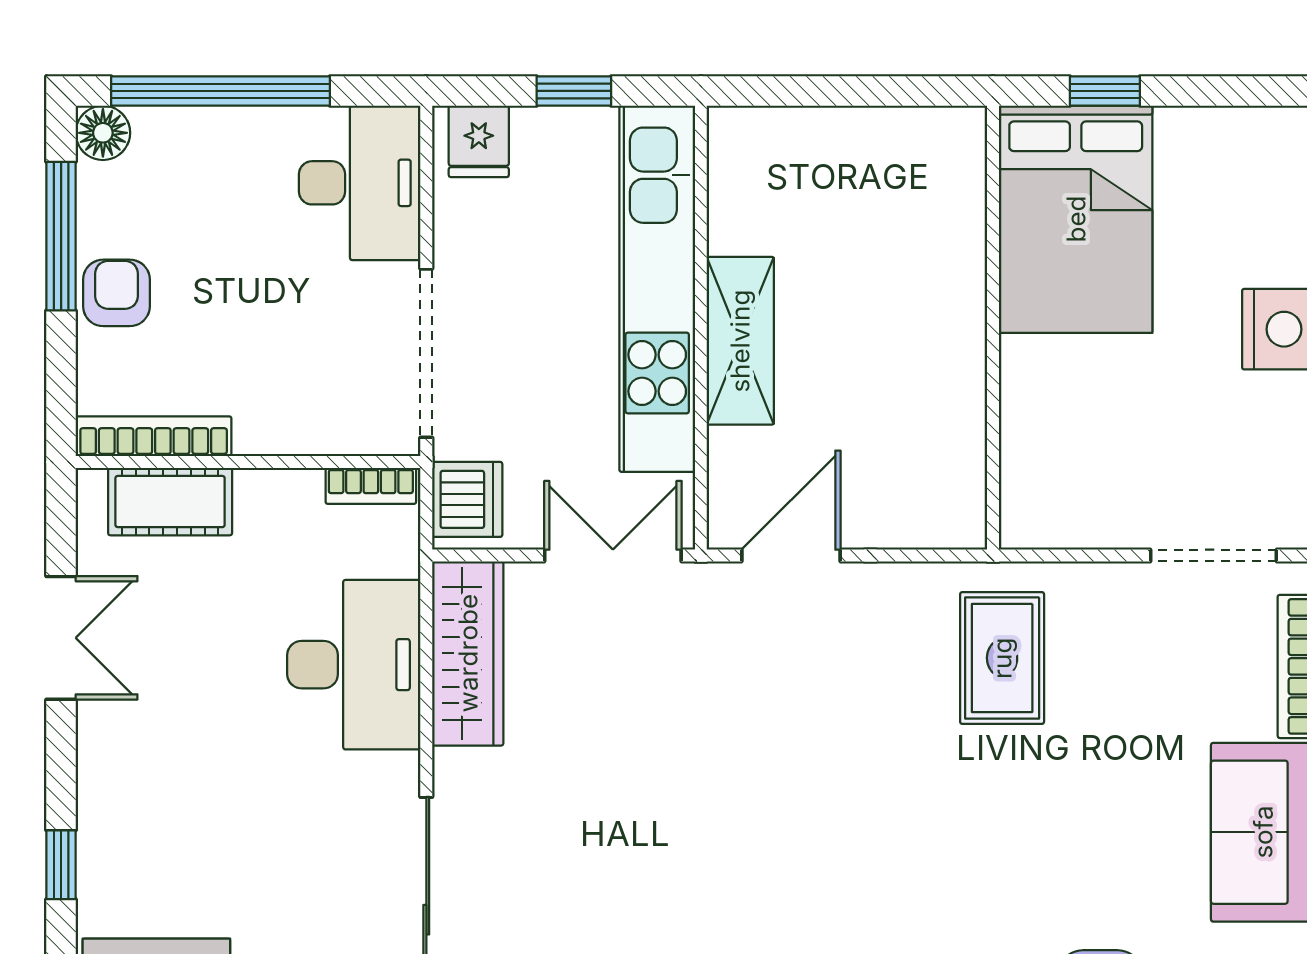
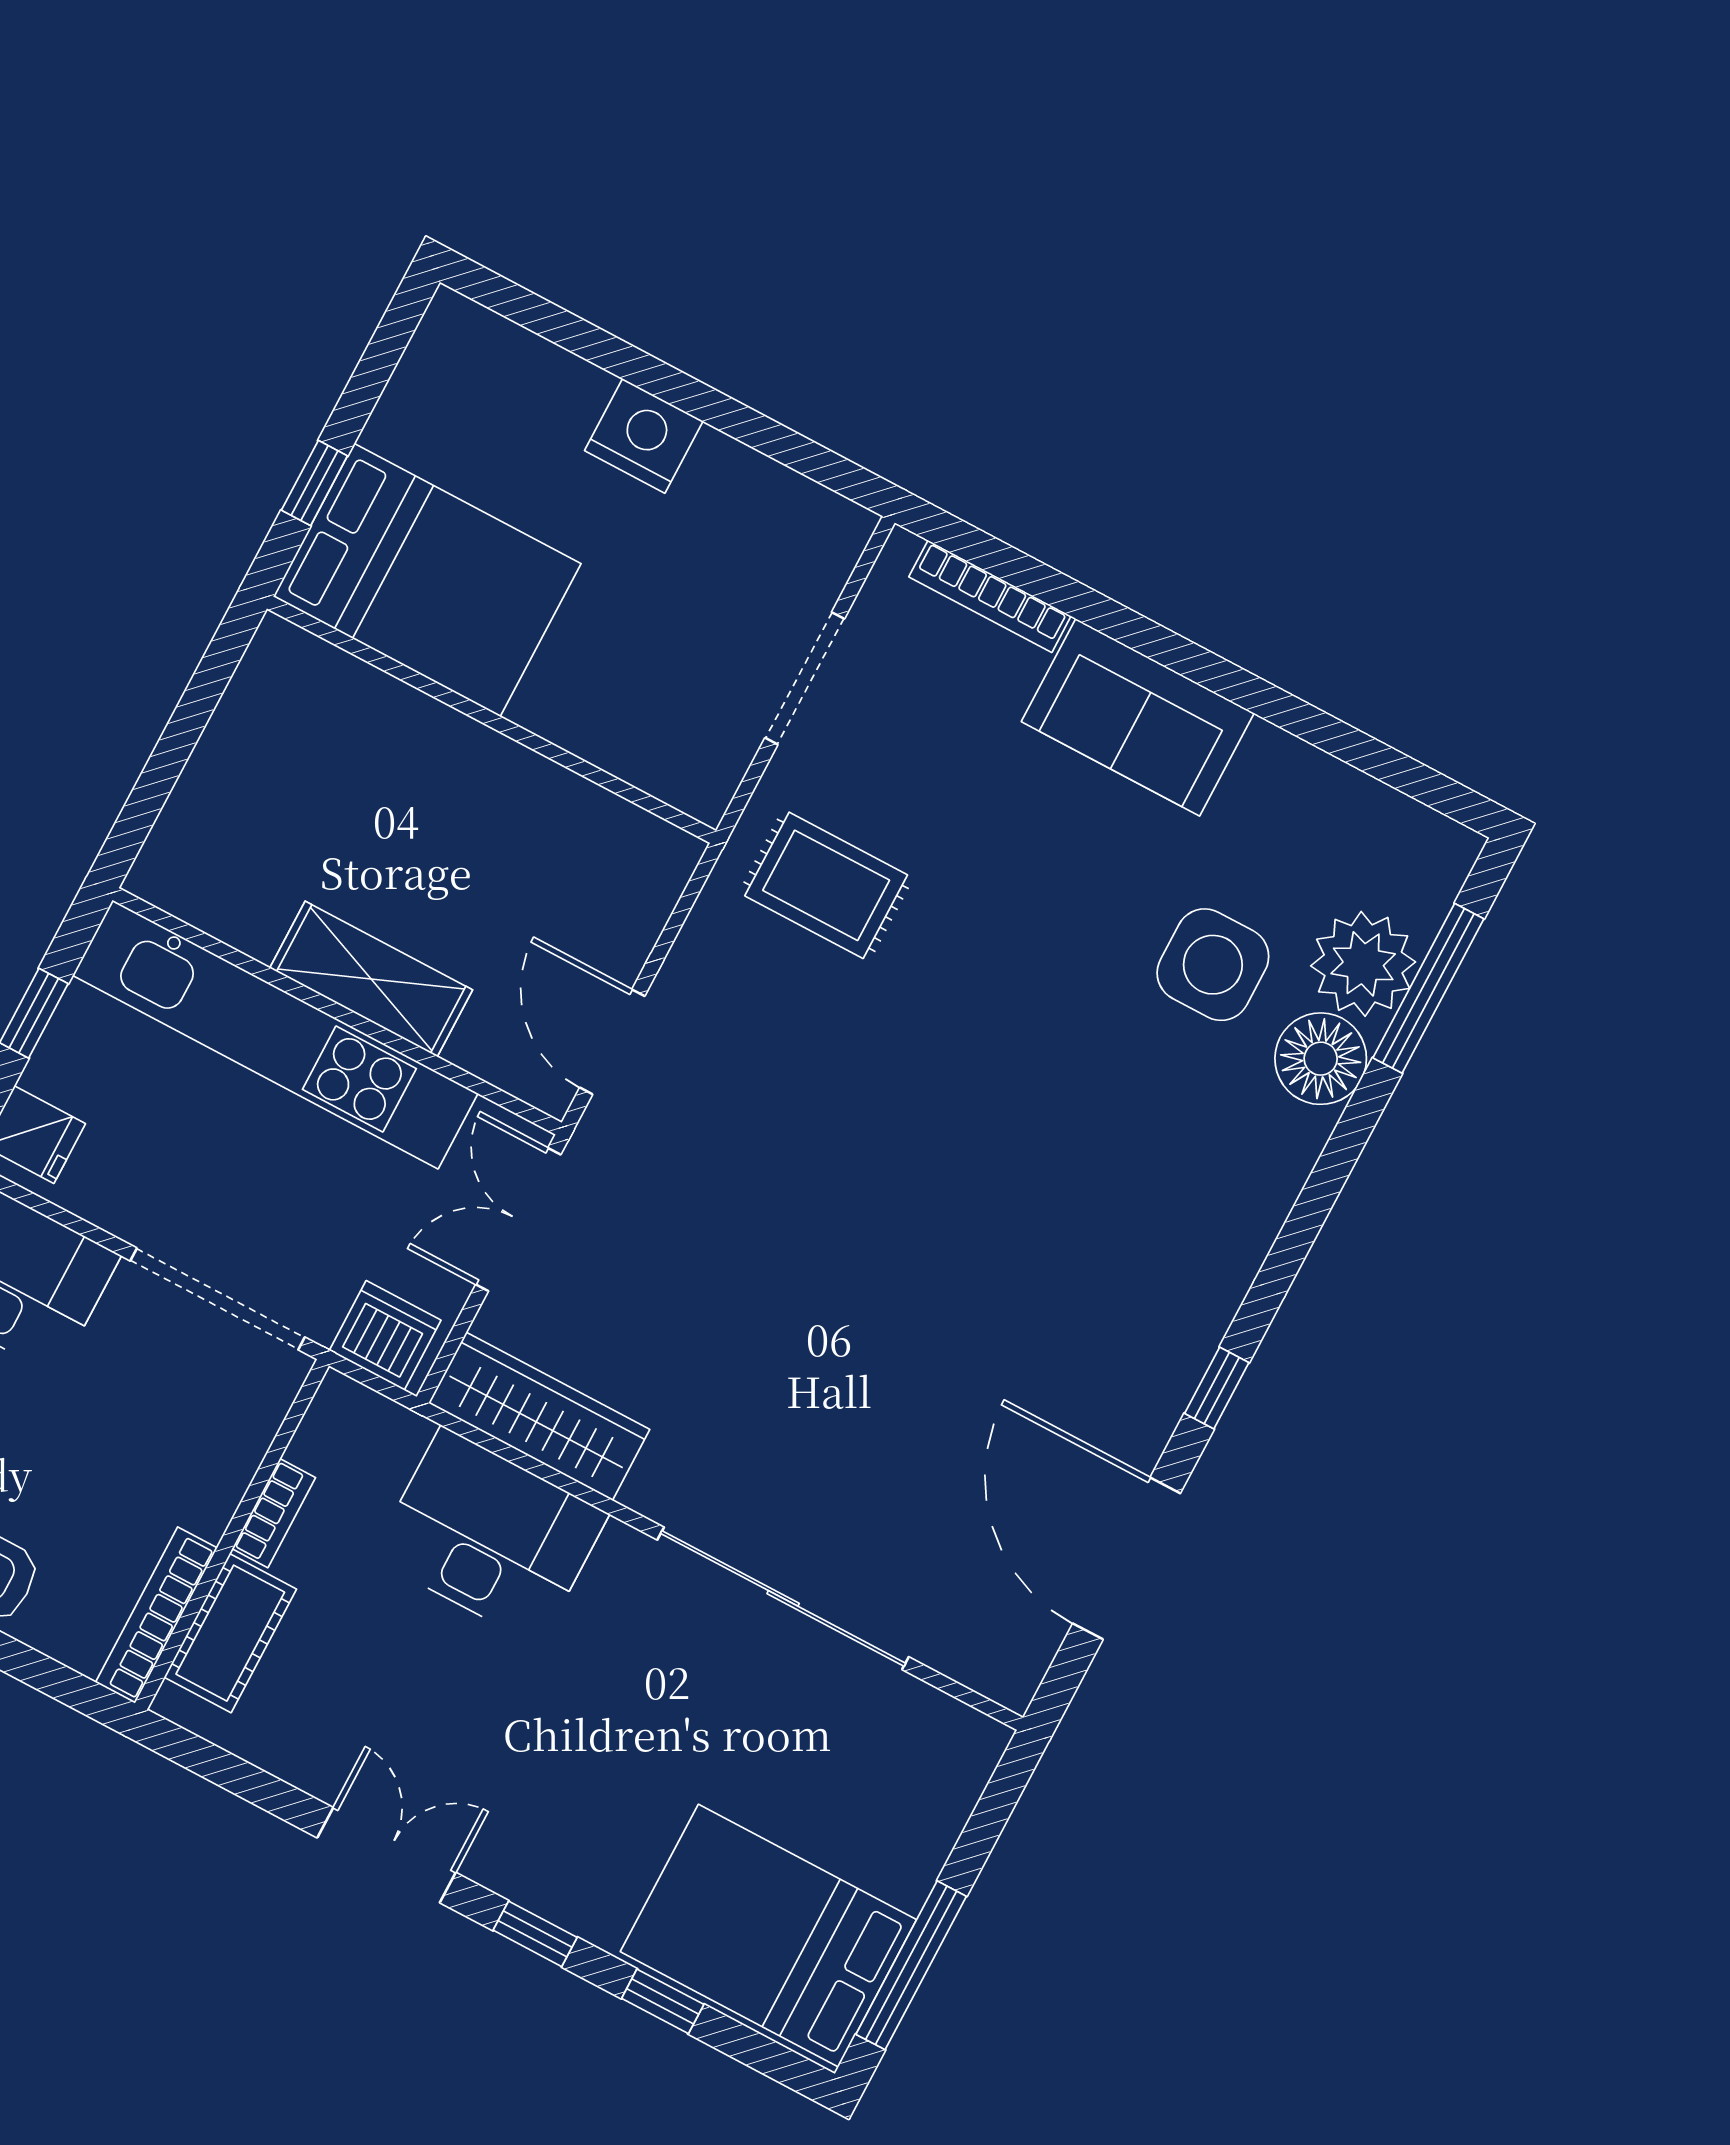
bookcase: (371, 486) -> (274, 1513), moved
doorway: (1213, 555) -> (805, 678), moved
double door: (61, 638) -> (386, 1855), moved

